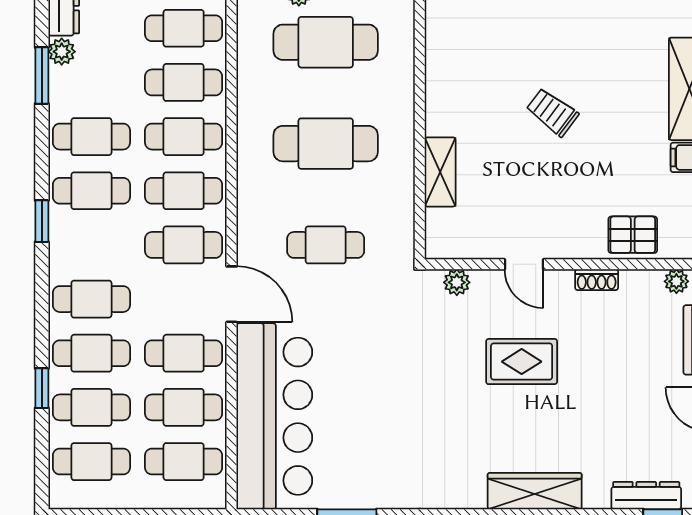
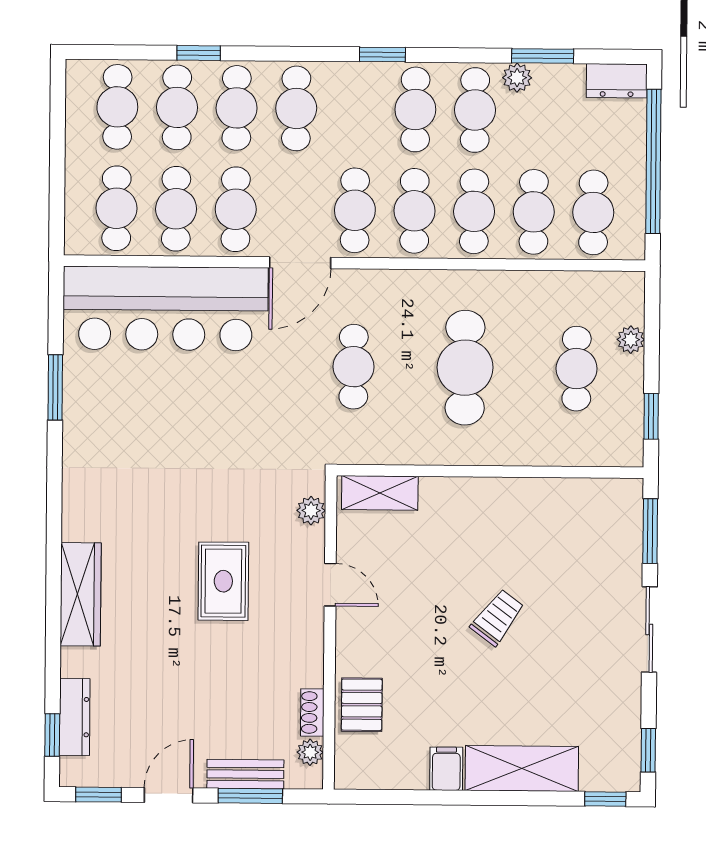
cafe table: (326, 42) -> (577, 369), width x0.73, depth x0.74
plant: (62, 52) -> (517, 78), moved
shelving: (440, 172) -> (380, 493), moved
door: (524, 264) -> (330, 585), swing flipped
shoe rack: (597, 280) -> (312, 712), moved

